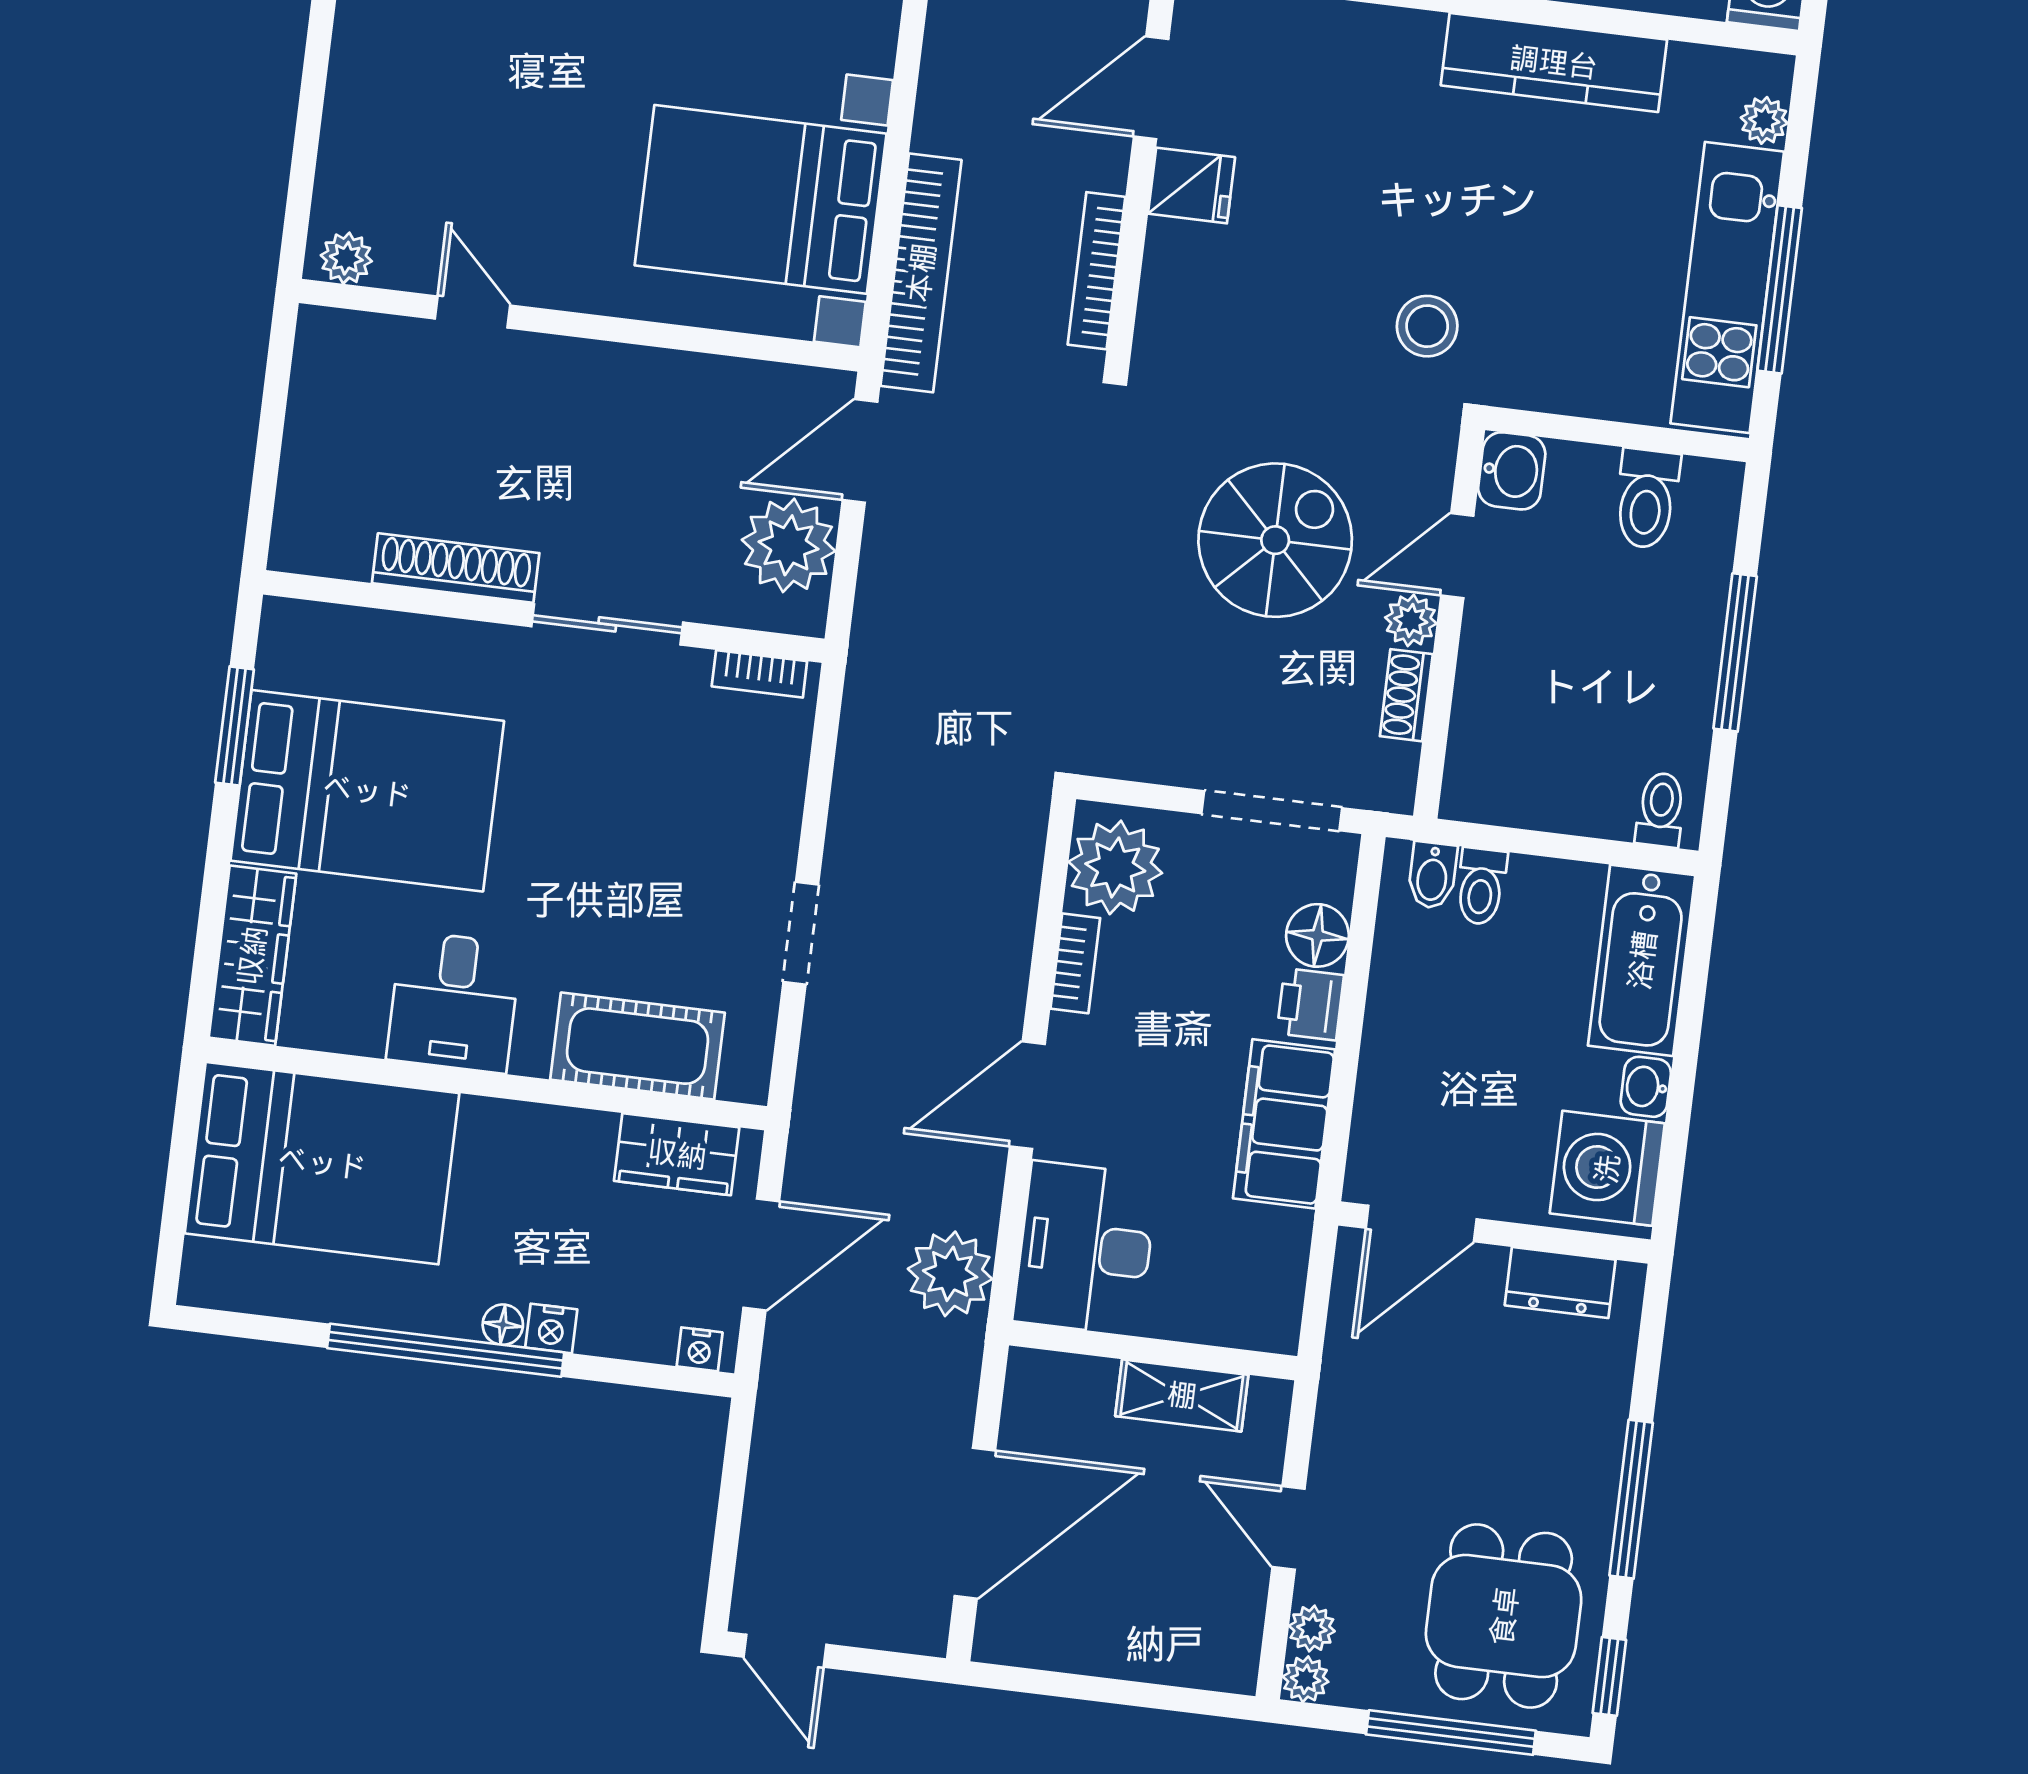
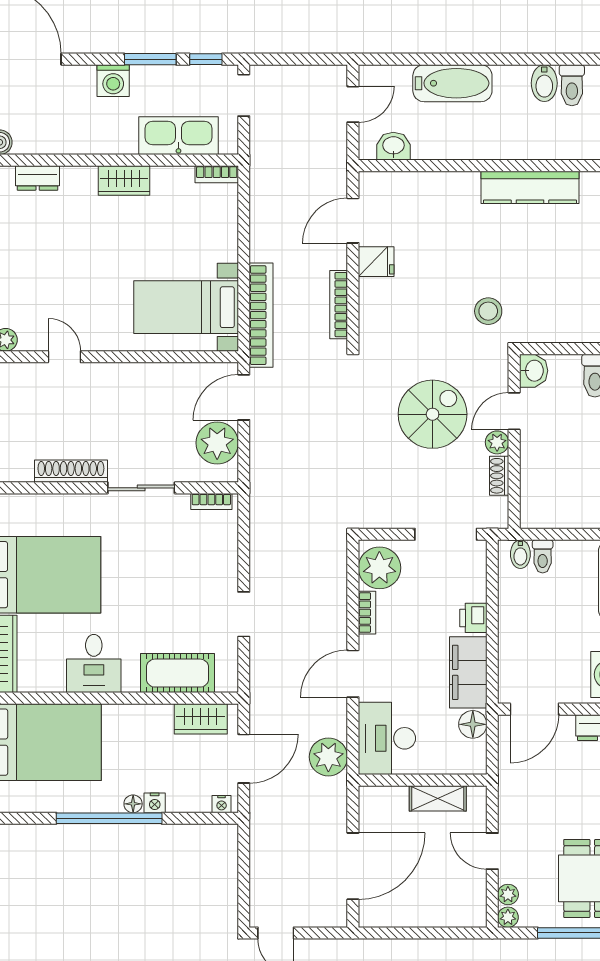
bed with nightstands: (761, 199) -> (186, 307), width x0.73
floor lamp: (1317, 935) -> (473, 724), moved

